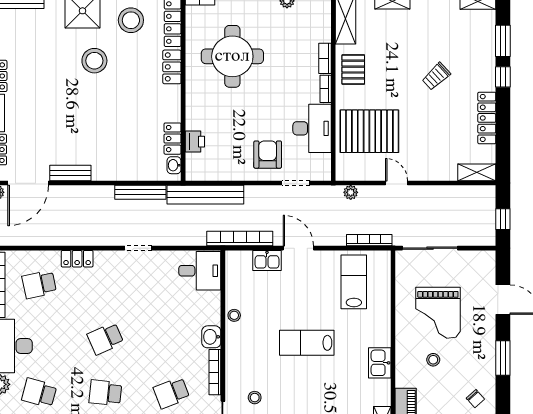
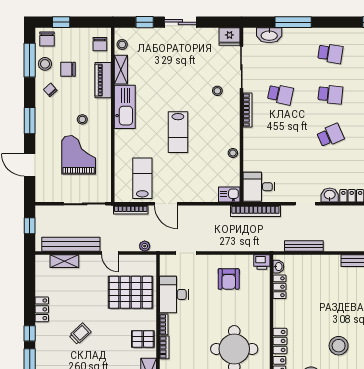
pallet: (353, 70) -> (143, 339), turned 90
locker: (487, 118) -> (42, 309), width x0.66
printer: (195, 142) -> (262, 262), moved, turned -90
armchair: (268, 155) -> (229, 279), moved
shelving: (477, 172) -> (64, 261), moved
bench: (205, 195) -> (71, 244), moved
bookcase: (240, 239) -> (255, 211), moved
door: (298, 248) -> (166, 204), moved
kitchen sink: (267, 260) -> (229, 195), moved
lab bench: (354, 282) -> (142, 178), turned 180
washbasin: (211, 337) -> (330, 195), moved, turned -90
lab bench: (307, 343) -> (178, 132), turned 90
kitchen sink: (380, 363) -> (125, 107), width x1.87, depth x1.24
school desk: (171, 393) -> (280, 94), turned 33

